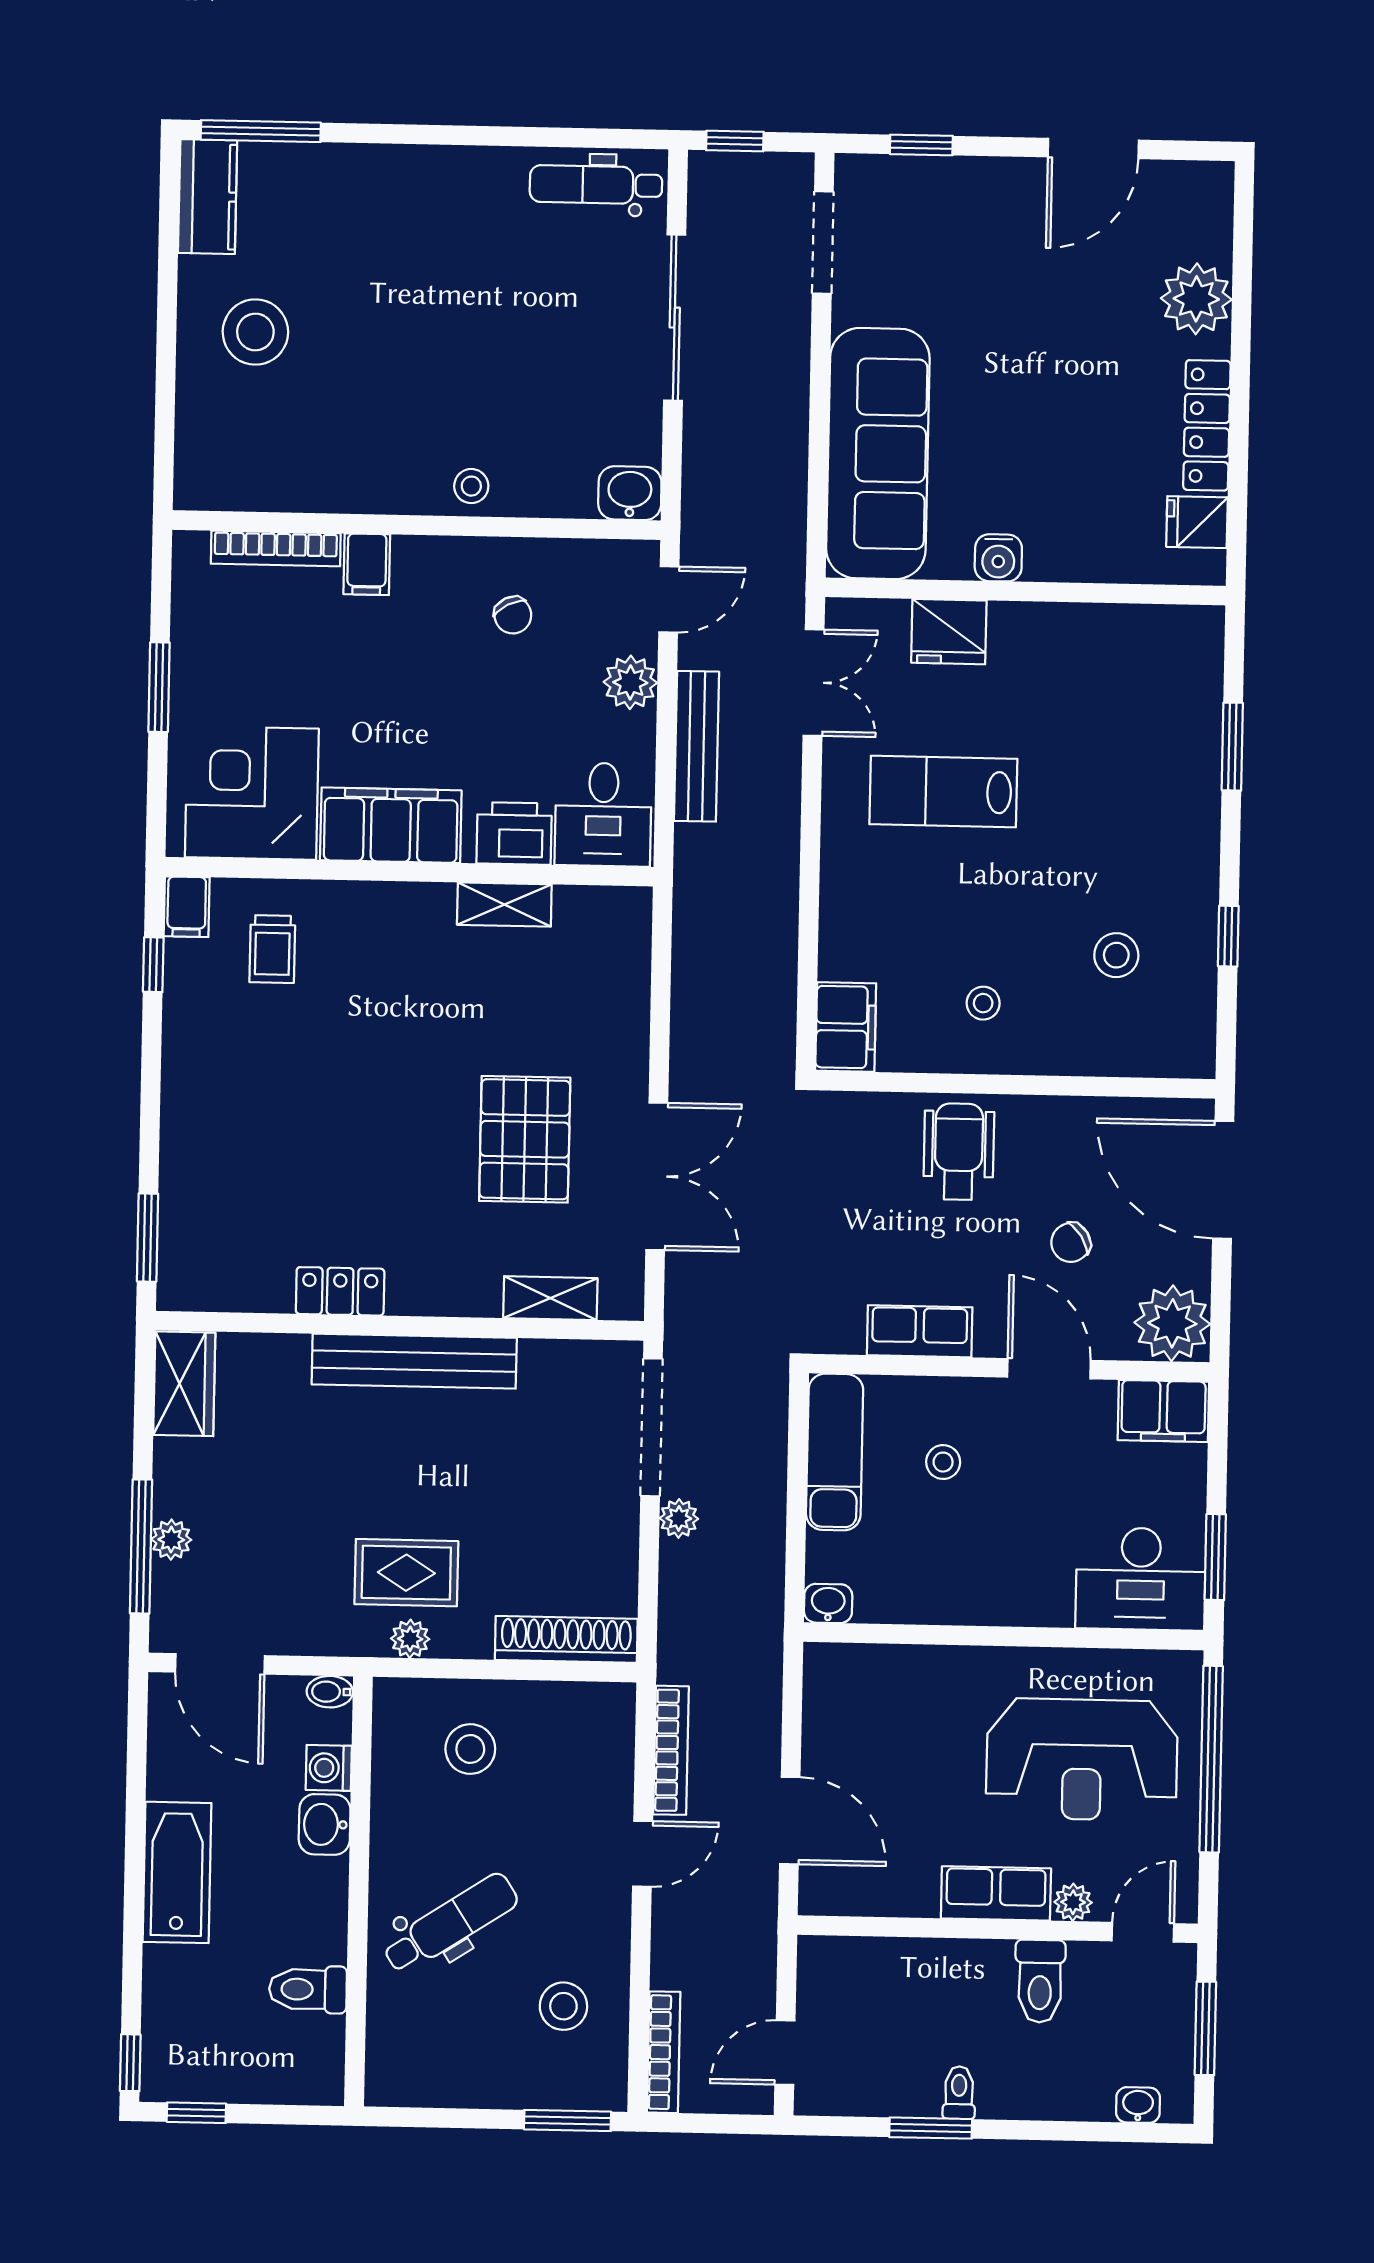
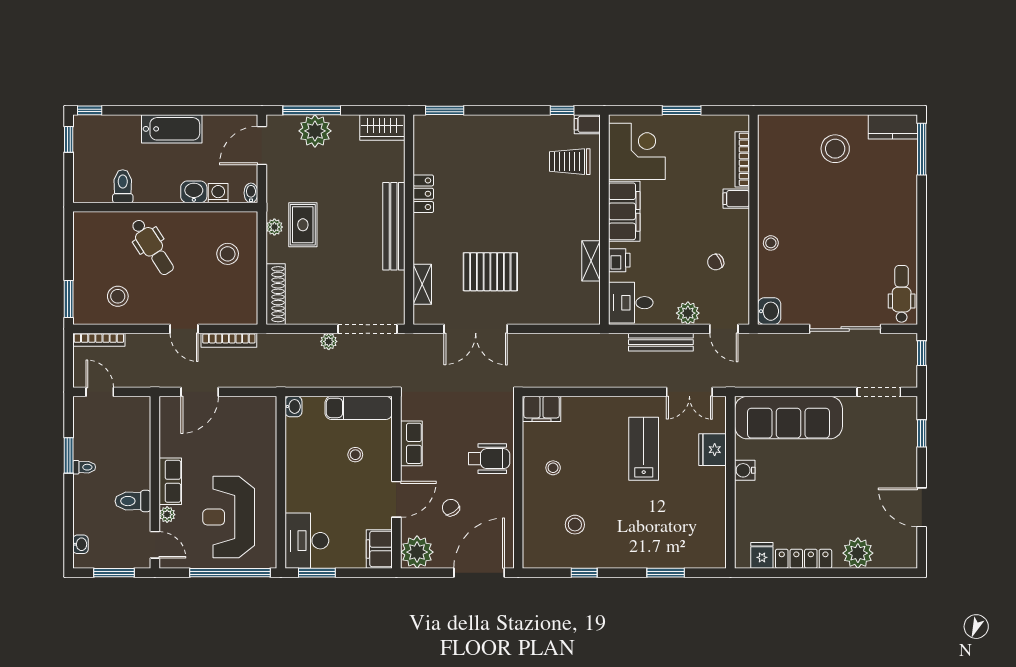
printer: (514, 833) -> (619, 260), width x0.73, depth x0.81
trolley: (272, 949) -> (570, 162), width x1.36, depth x1.39
plant: (171, 1540) -> (315, 131), width x1.87, depth x1.87

